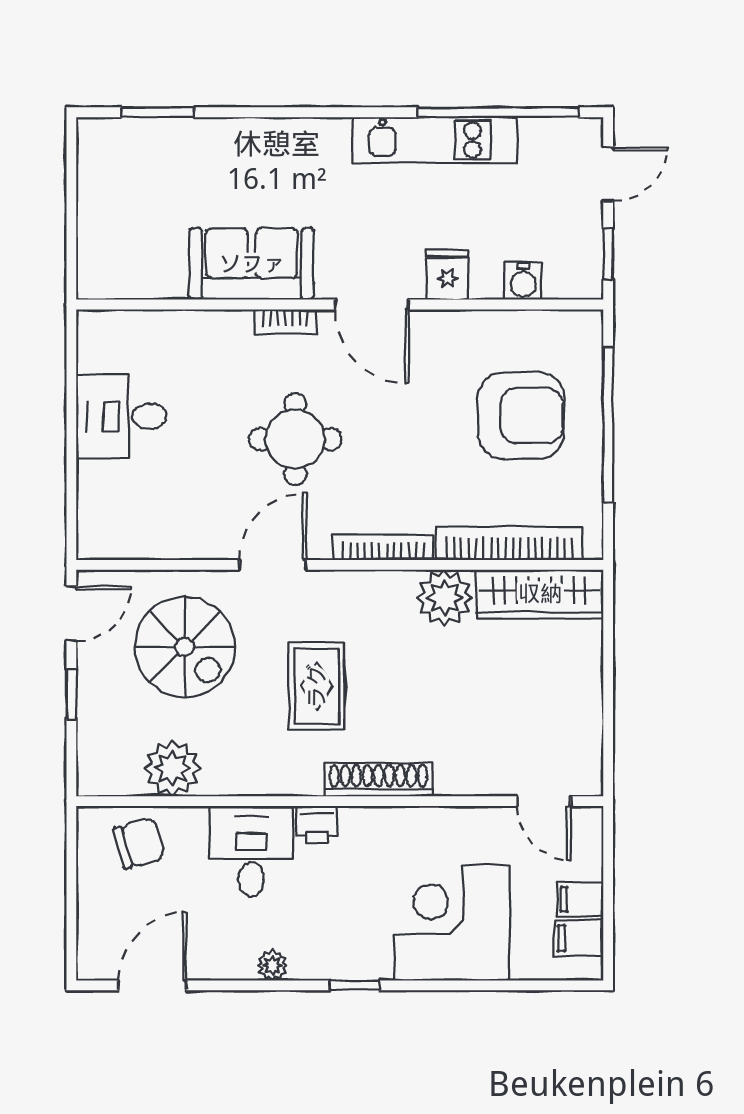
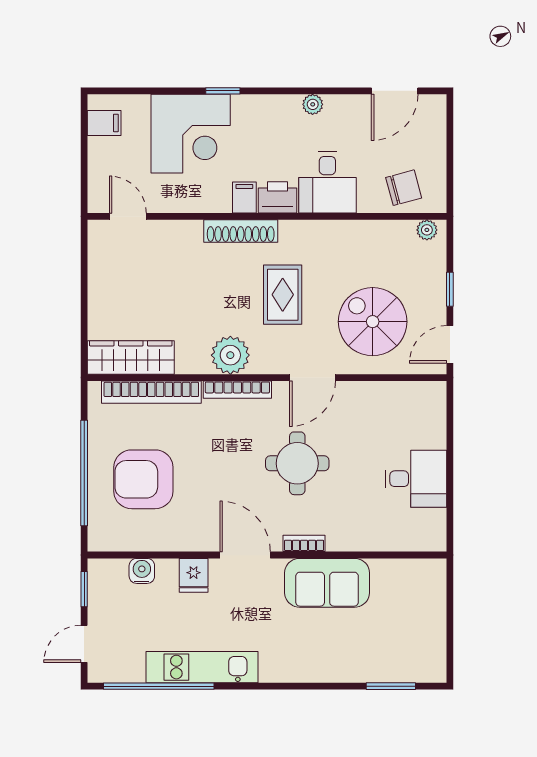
plant: (444, 598) -> (230, 355), moved
plant: (172, 768) -> (427, 230), moved, width x0.53, depth x0.53
printer: (317, 825) -> (277, 197), width x1.36, depth x1.24
chair: (139, 843) -> (404, 188), turned 180
filing cabinet: (580, 899) -> (244, 197), moved, turned -90
window: (355, 985) -> (223, 91), moved

